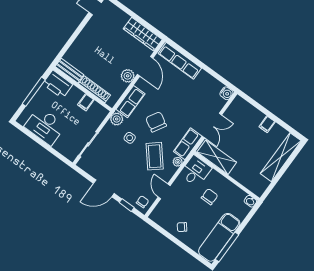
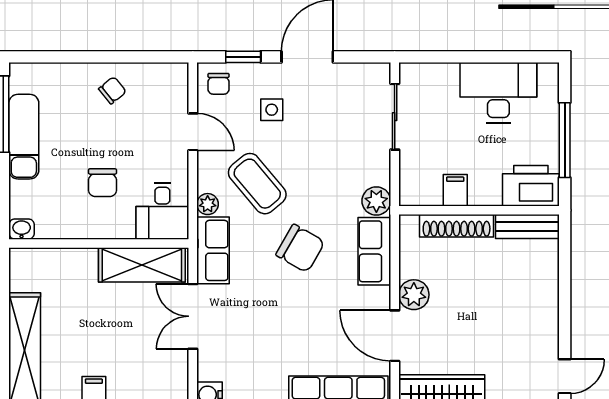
side table: (130, 138) -> (272, 110), moved
exam couch: (219, 237) -> (24, 137), width x0.73, depth x0.69

